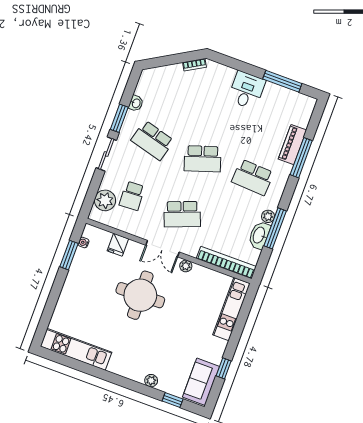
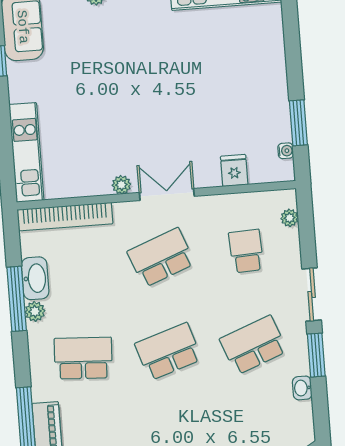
school desk: (152, 140) -> (253, 345), turned -36
plant: (105, 200) -> (290, 218), width x0.53, depth x0.53
round table: (140, 295) -> (168, 112), removed

